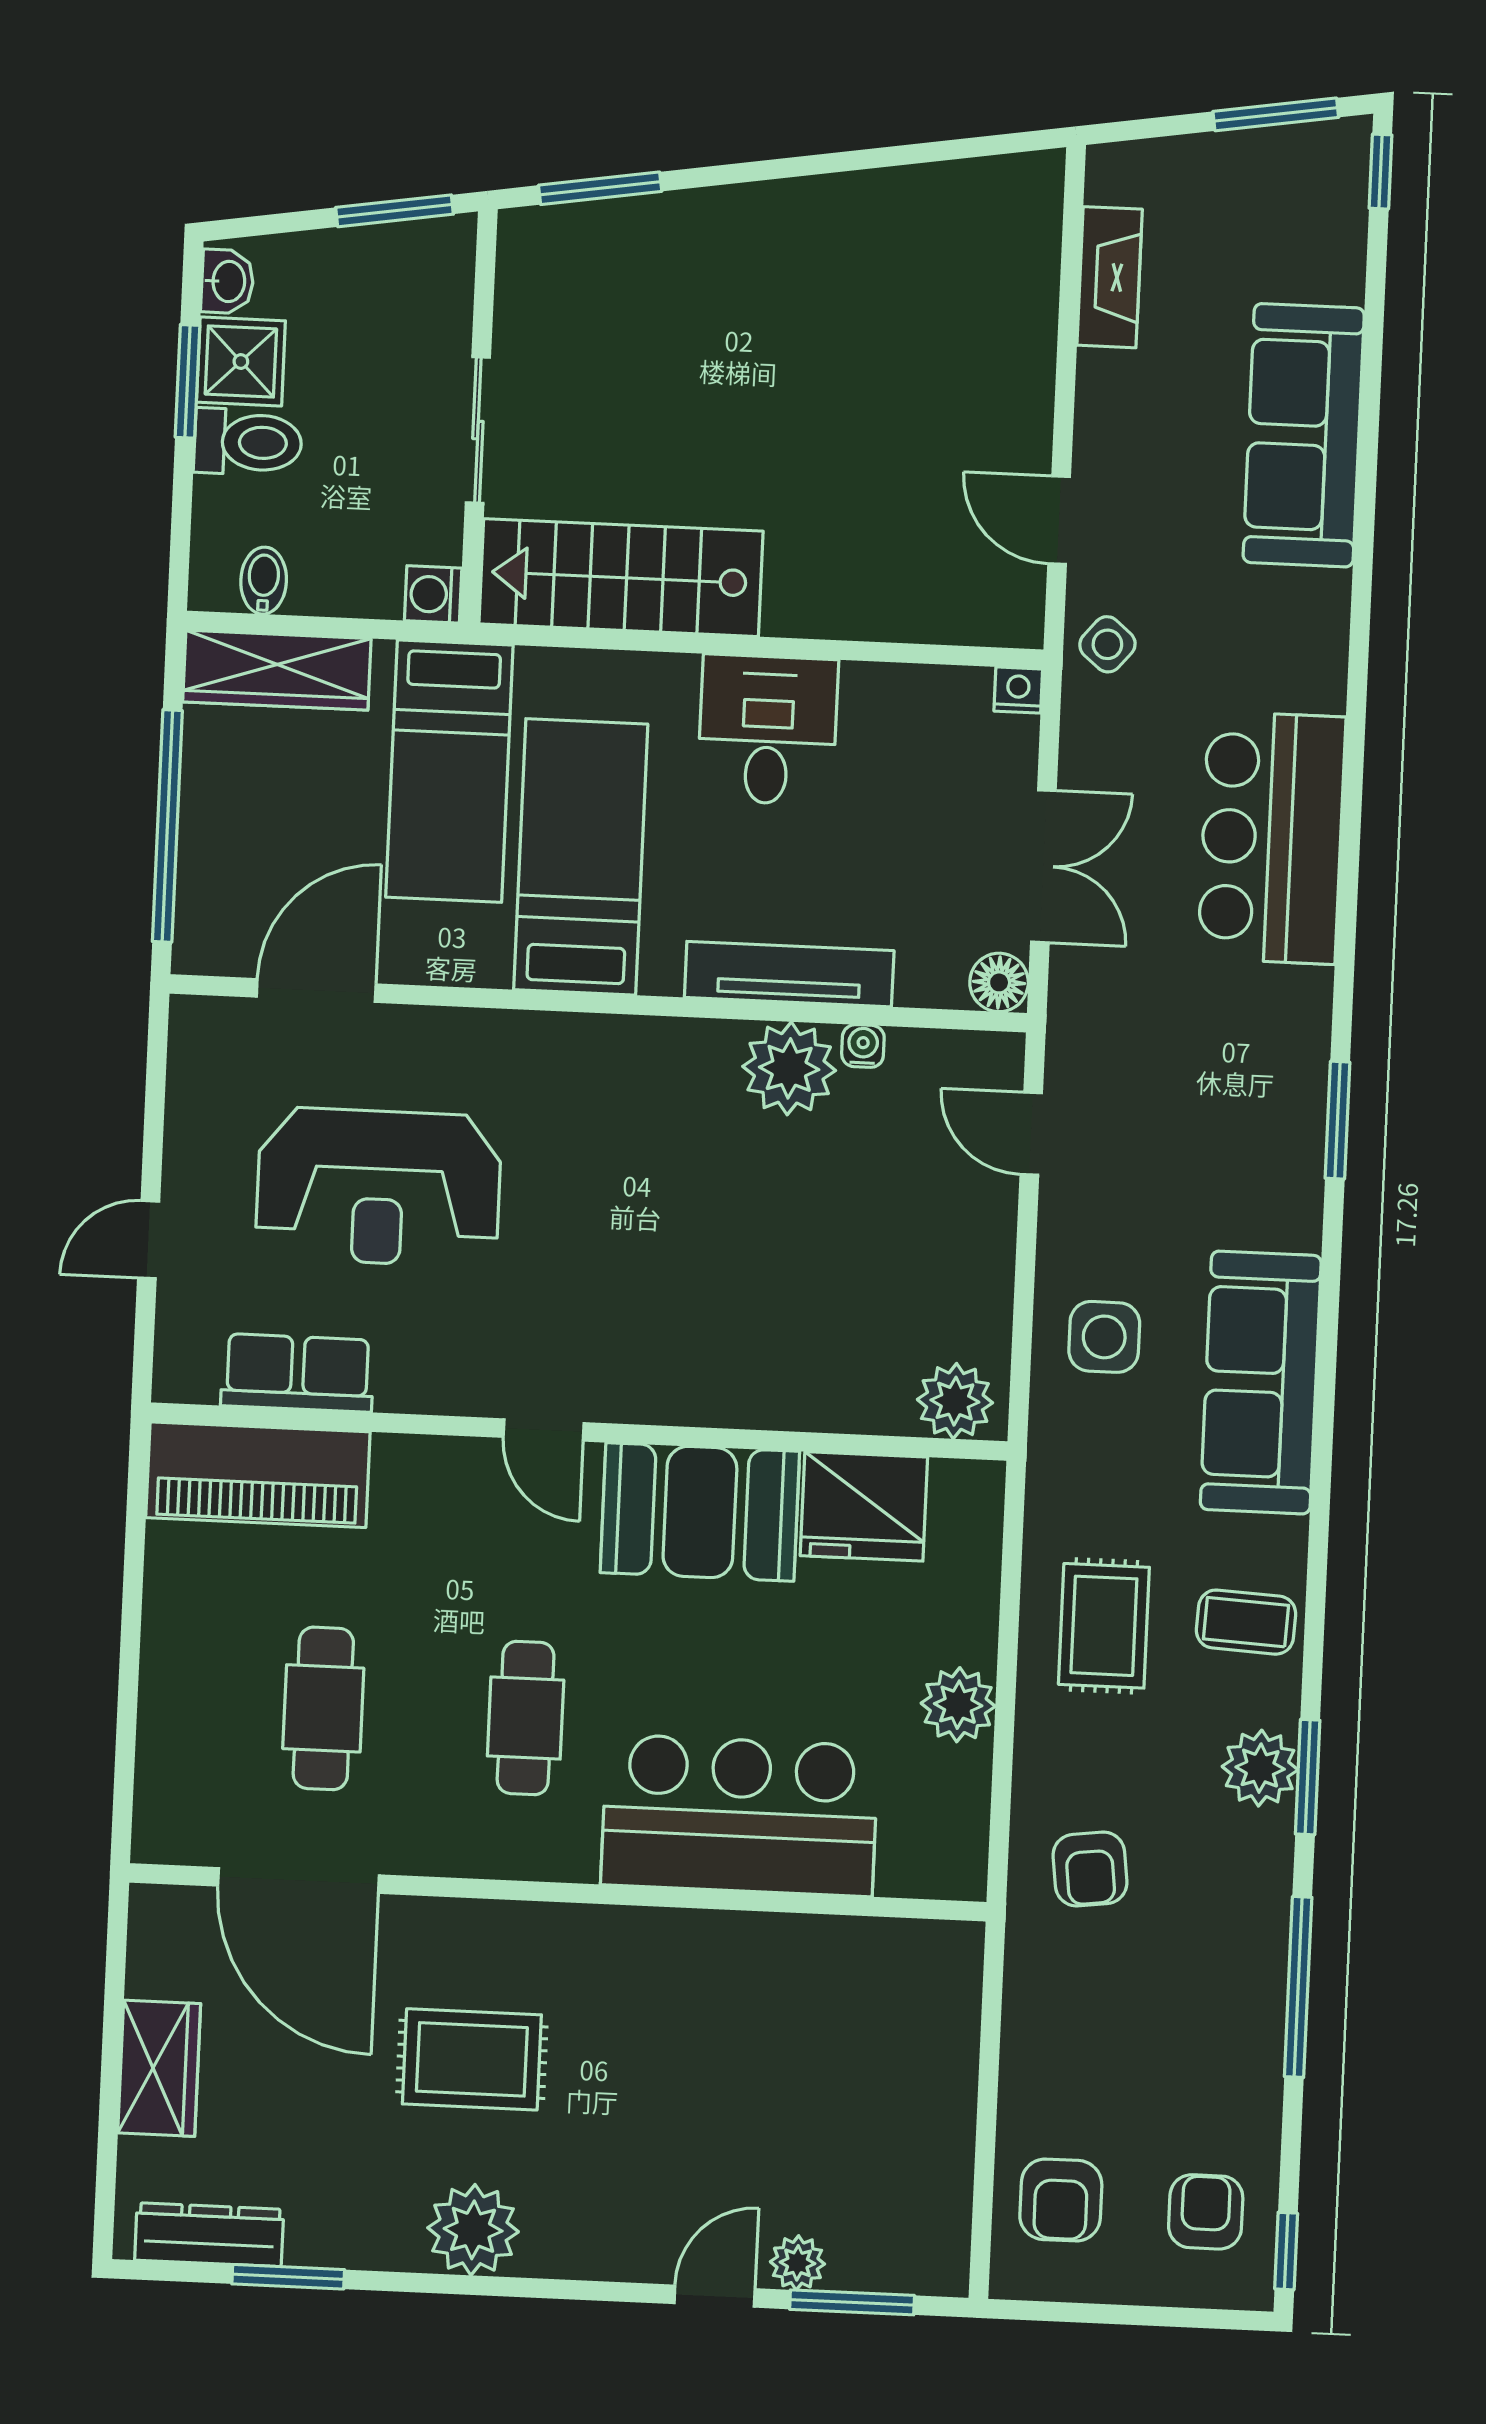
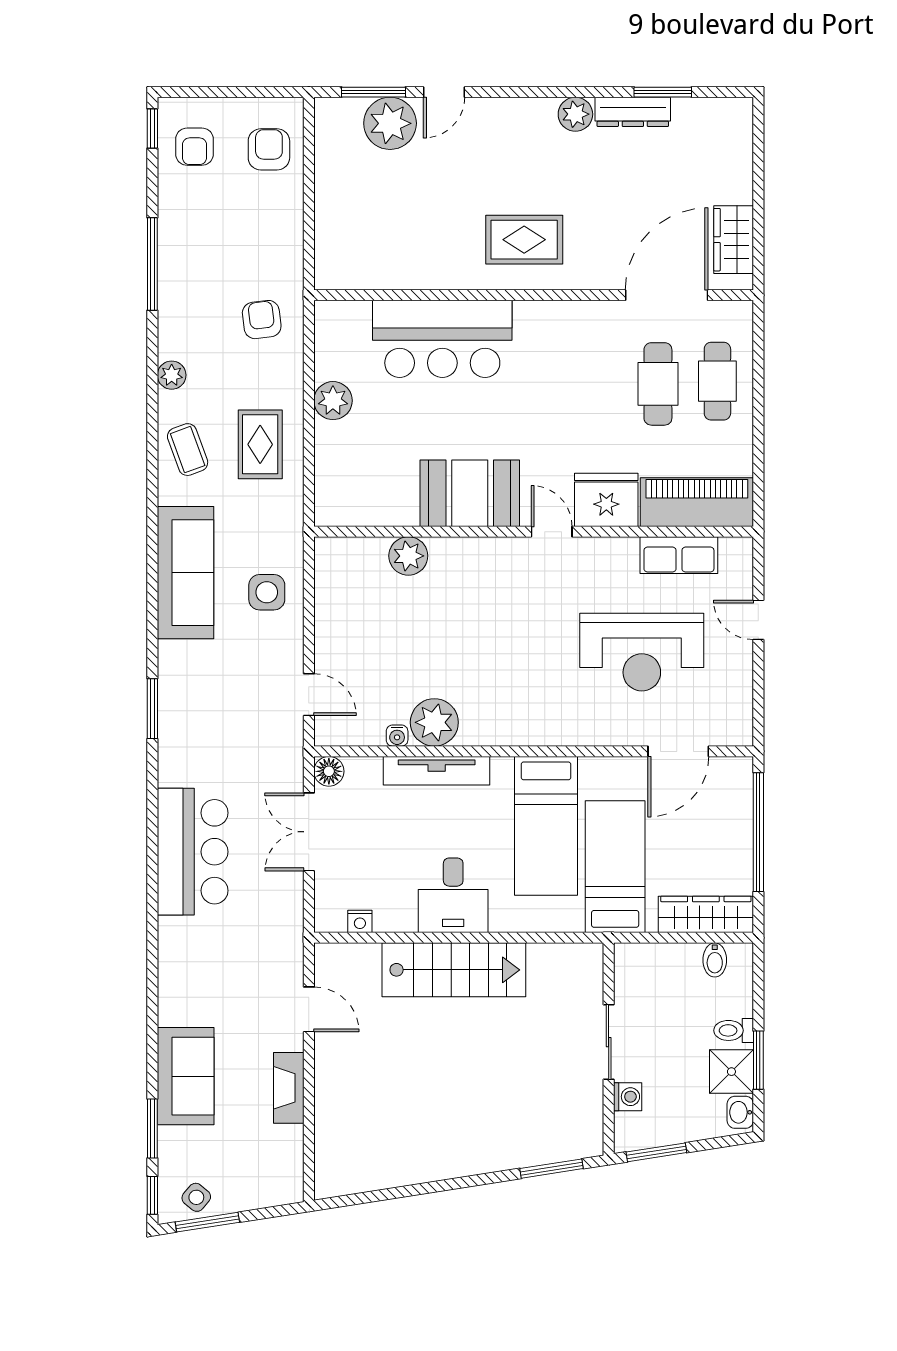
fireplace: (1110, 277) -> (289, 1088), moved
sofa: (1304, 435) -> (186, 1076), width x0.73
toilet: (248, 442) -> (734, 1030), width x0.73, depth x0.72
stairs: (621, 578) -> (454, 970), moved
washing machine: (433, 594) -> (628, 1097), moved
side table: (1107, 644) -> (196, 1197), moved
nightstand: (1018, 690) -> (360, 921), moved
reception desk: (379, 1187) -> (642, 652), turned 180
door: (149, 1240) -> (758, 620), swing flipped
plant: (955, 1401) -> (408, 556), moved
fridge: (864, 1506) -> (606, 500), moved
coffee table: (1246, 1622) -> (188, 450), turned 67
cafe table: (526, 1718) -> (717, 381), moved
plant: (1260, 1768) -> (172, 375), width x0.73, depth x0.73
window: (1308, 1777) -> (152, 1128), moved
door: (298, 1881) -> (667, 295), hinge flipped
rug: (472, 2059) -> (524, 240), moved
wardrobe: (159, 2068) -> (734, 240), moved
plant: (473, 2230) -> (575, 114), width x0.73, depth x0.73
dresser: (209, 2235) -> (633, 112), moved
plant: (797, 2263) -> (390, 123), width x1.88, depth x1.88

